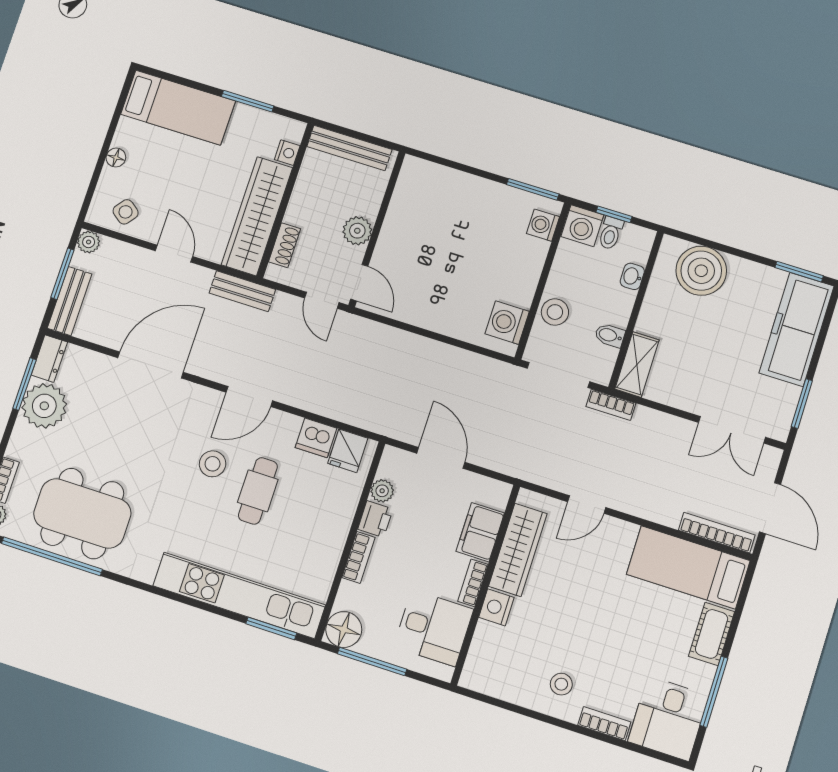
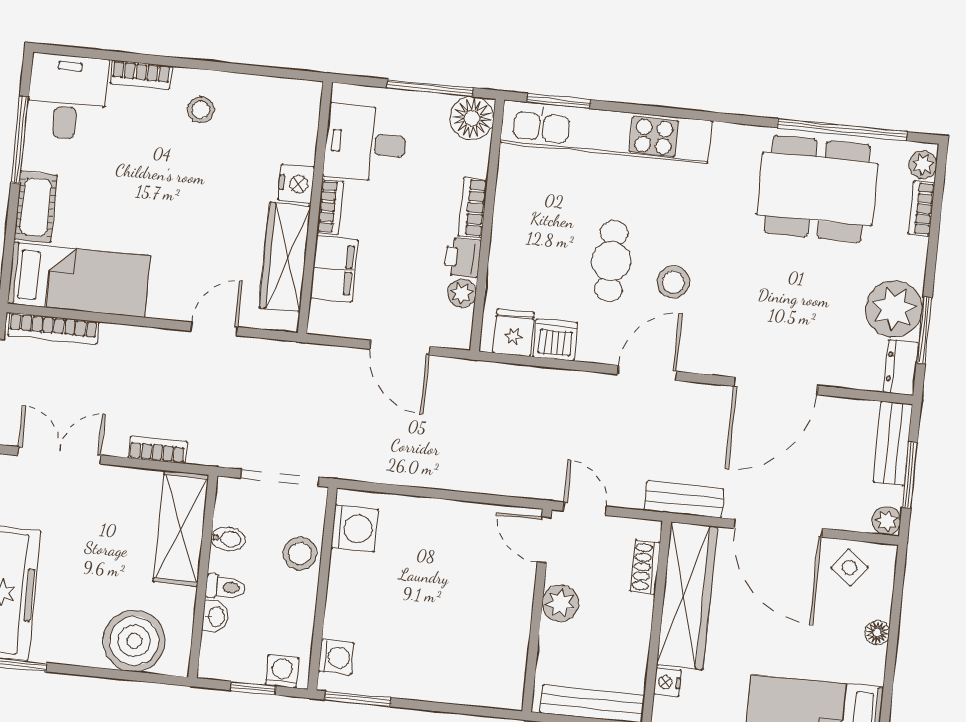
washing machine: (582, 226) -> (282, 671), width x0.73, depth x0.73
toilet: (611, 233) -> (226, 587), moved, turned 90
door: (174, 254) -> (778, 528), width x1.88
shelving: (637, 365) -> (181, 528), width x1.50, depth x1.33
bookcase: (611, 405) -> (158, 450), moved

